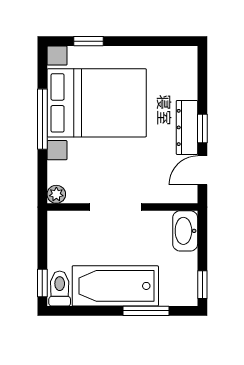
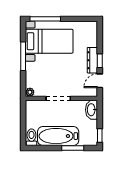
window: (89, 41) -> (45, 19), width x2.17
bed with nightstands: (97, 103) -> (49, 41), width x0.73
window: (42, 283) -> (23, 135), removed

